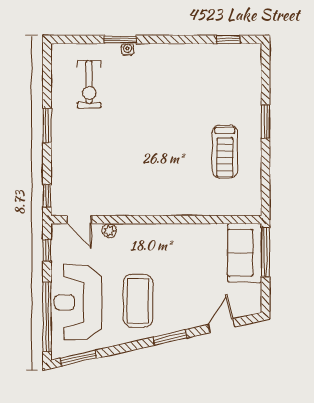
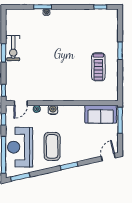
exercise bike: (89, 84) -> (13, 48), moved
door: (79, 220) -> (21, 103), hinge flipped
water cooler: (140, 232) -> (53, 110), added
sofa: (245, 253) -> (101, 114), moved, turned -90
door: (221, 326) -> (108, 157), moved

